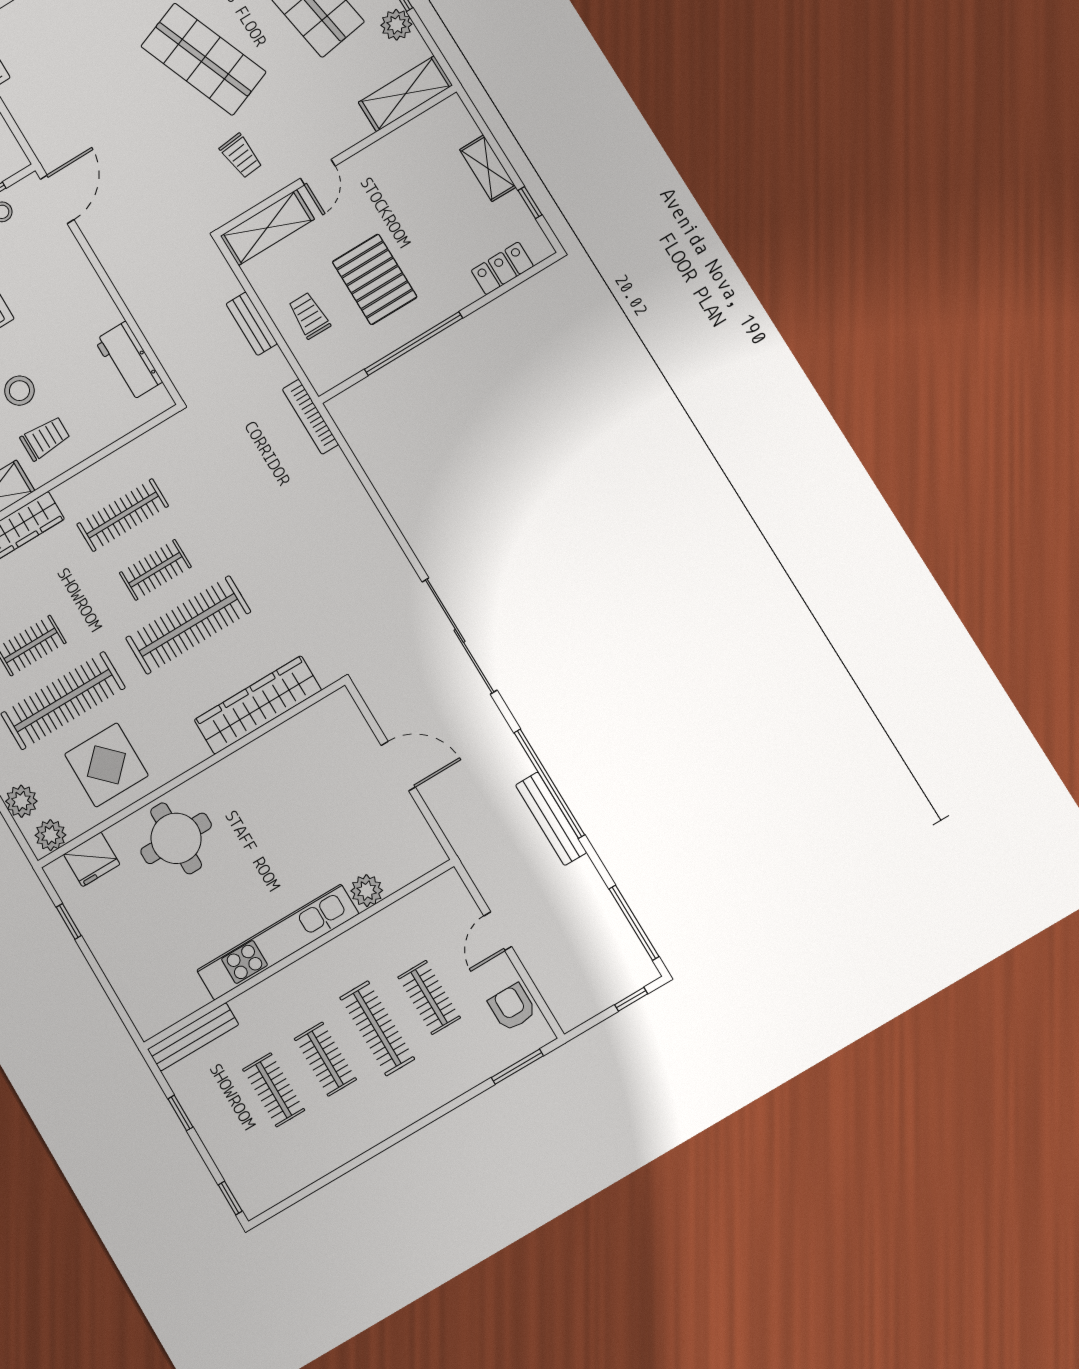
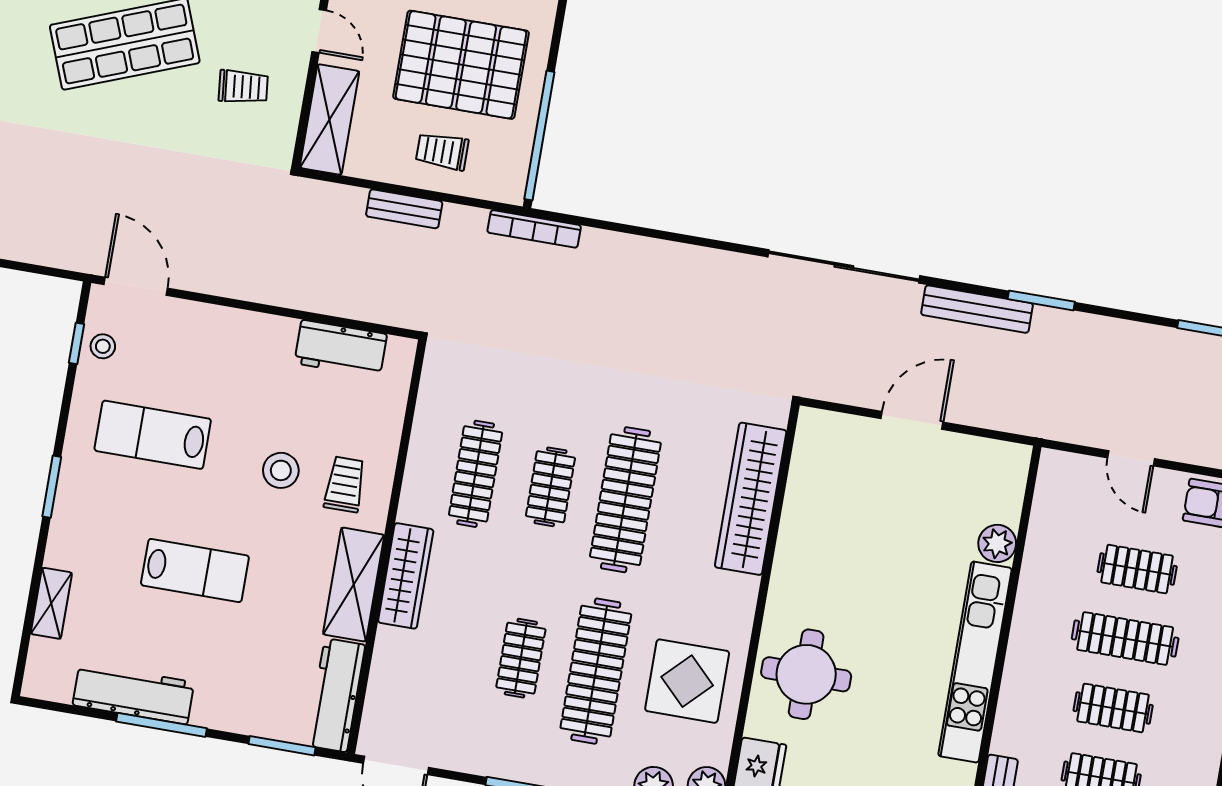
pallet: (375, 279) -> (461, 65), width x1.37, depth x1.41
window: (413, 344) -> (539, 135), moved
window: (549, 784) -> (1041, 300), width x0.47
bench: (551, 819) -> (977, 309), moved

